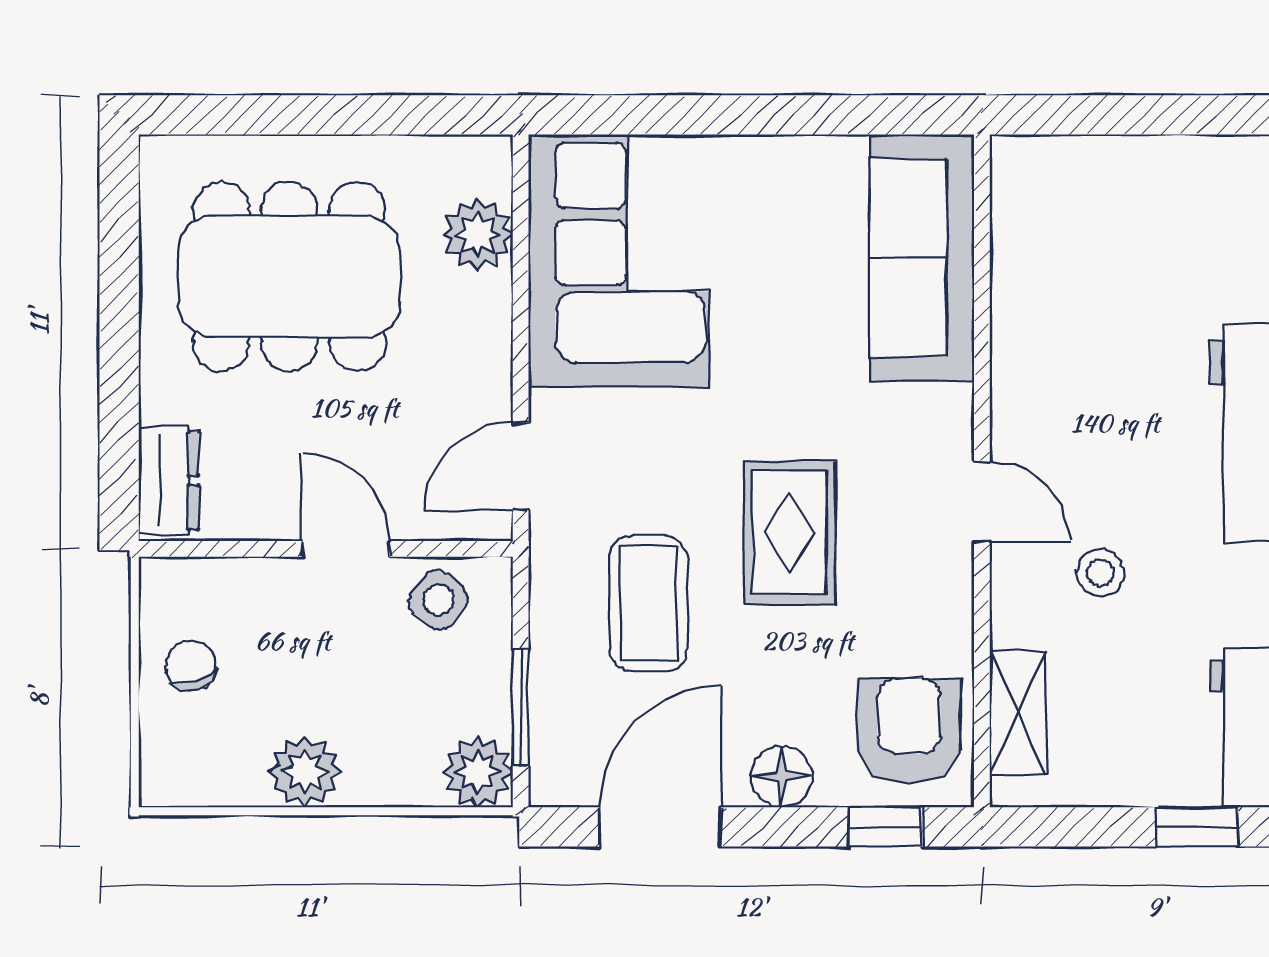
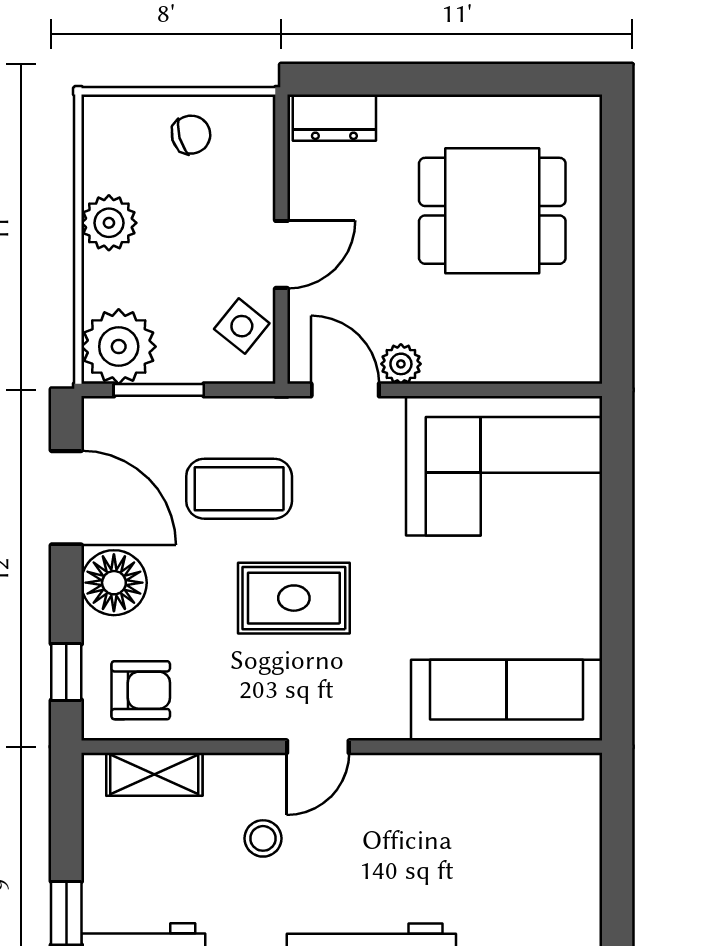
plant: (478, 235) -> (401, 364), moved, width x0.73, depth x0.73
dining table: (289, 276) -> (492, 211), width x0.73
armchair: (909, 731) -> (141, 690), width x0.72, depth x0.72
plant: (478, 772) -> (119, 347), width x1.36, depth x1.36
floor lamp: (781, 777) -> (114, 583), width x1.38, depth x1.38

